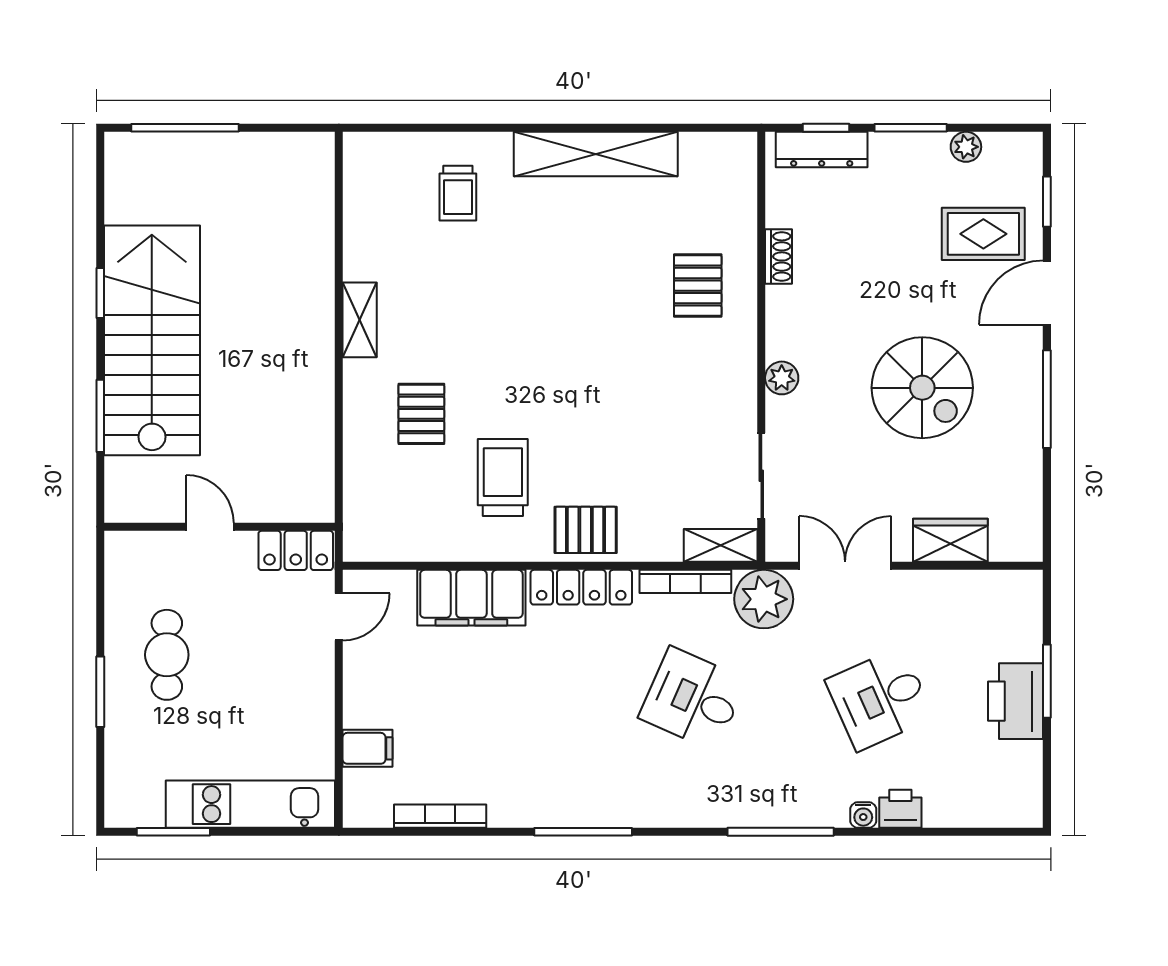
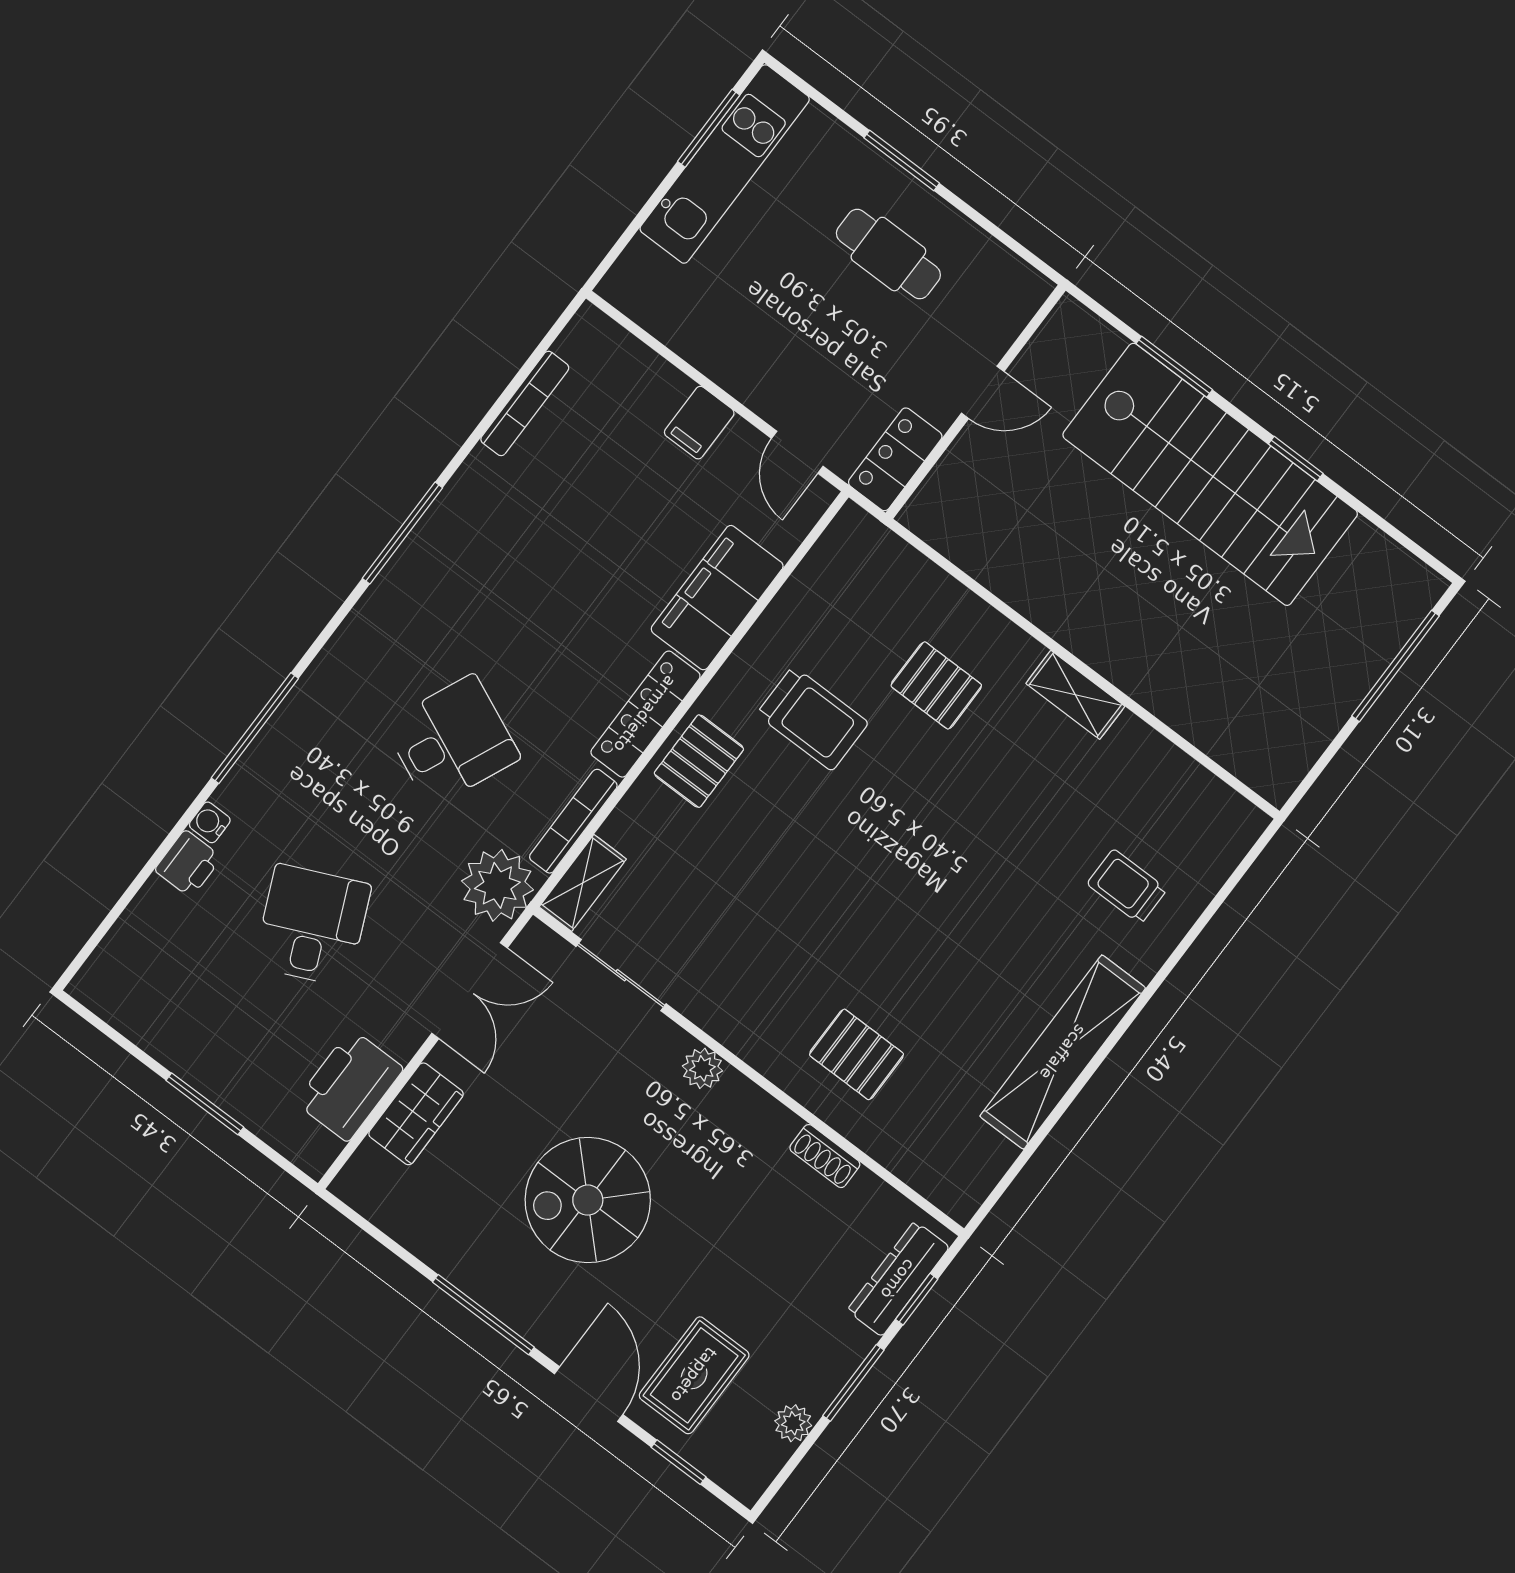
printer: (1016, 701) -> (349, 1085), moved, turned -90
filing cabinet: (368, 748) -> (699, 423), moved
kitchen unit: (250, 804) -> (725, 164), moved

